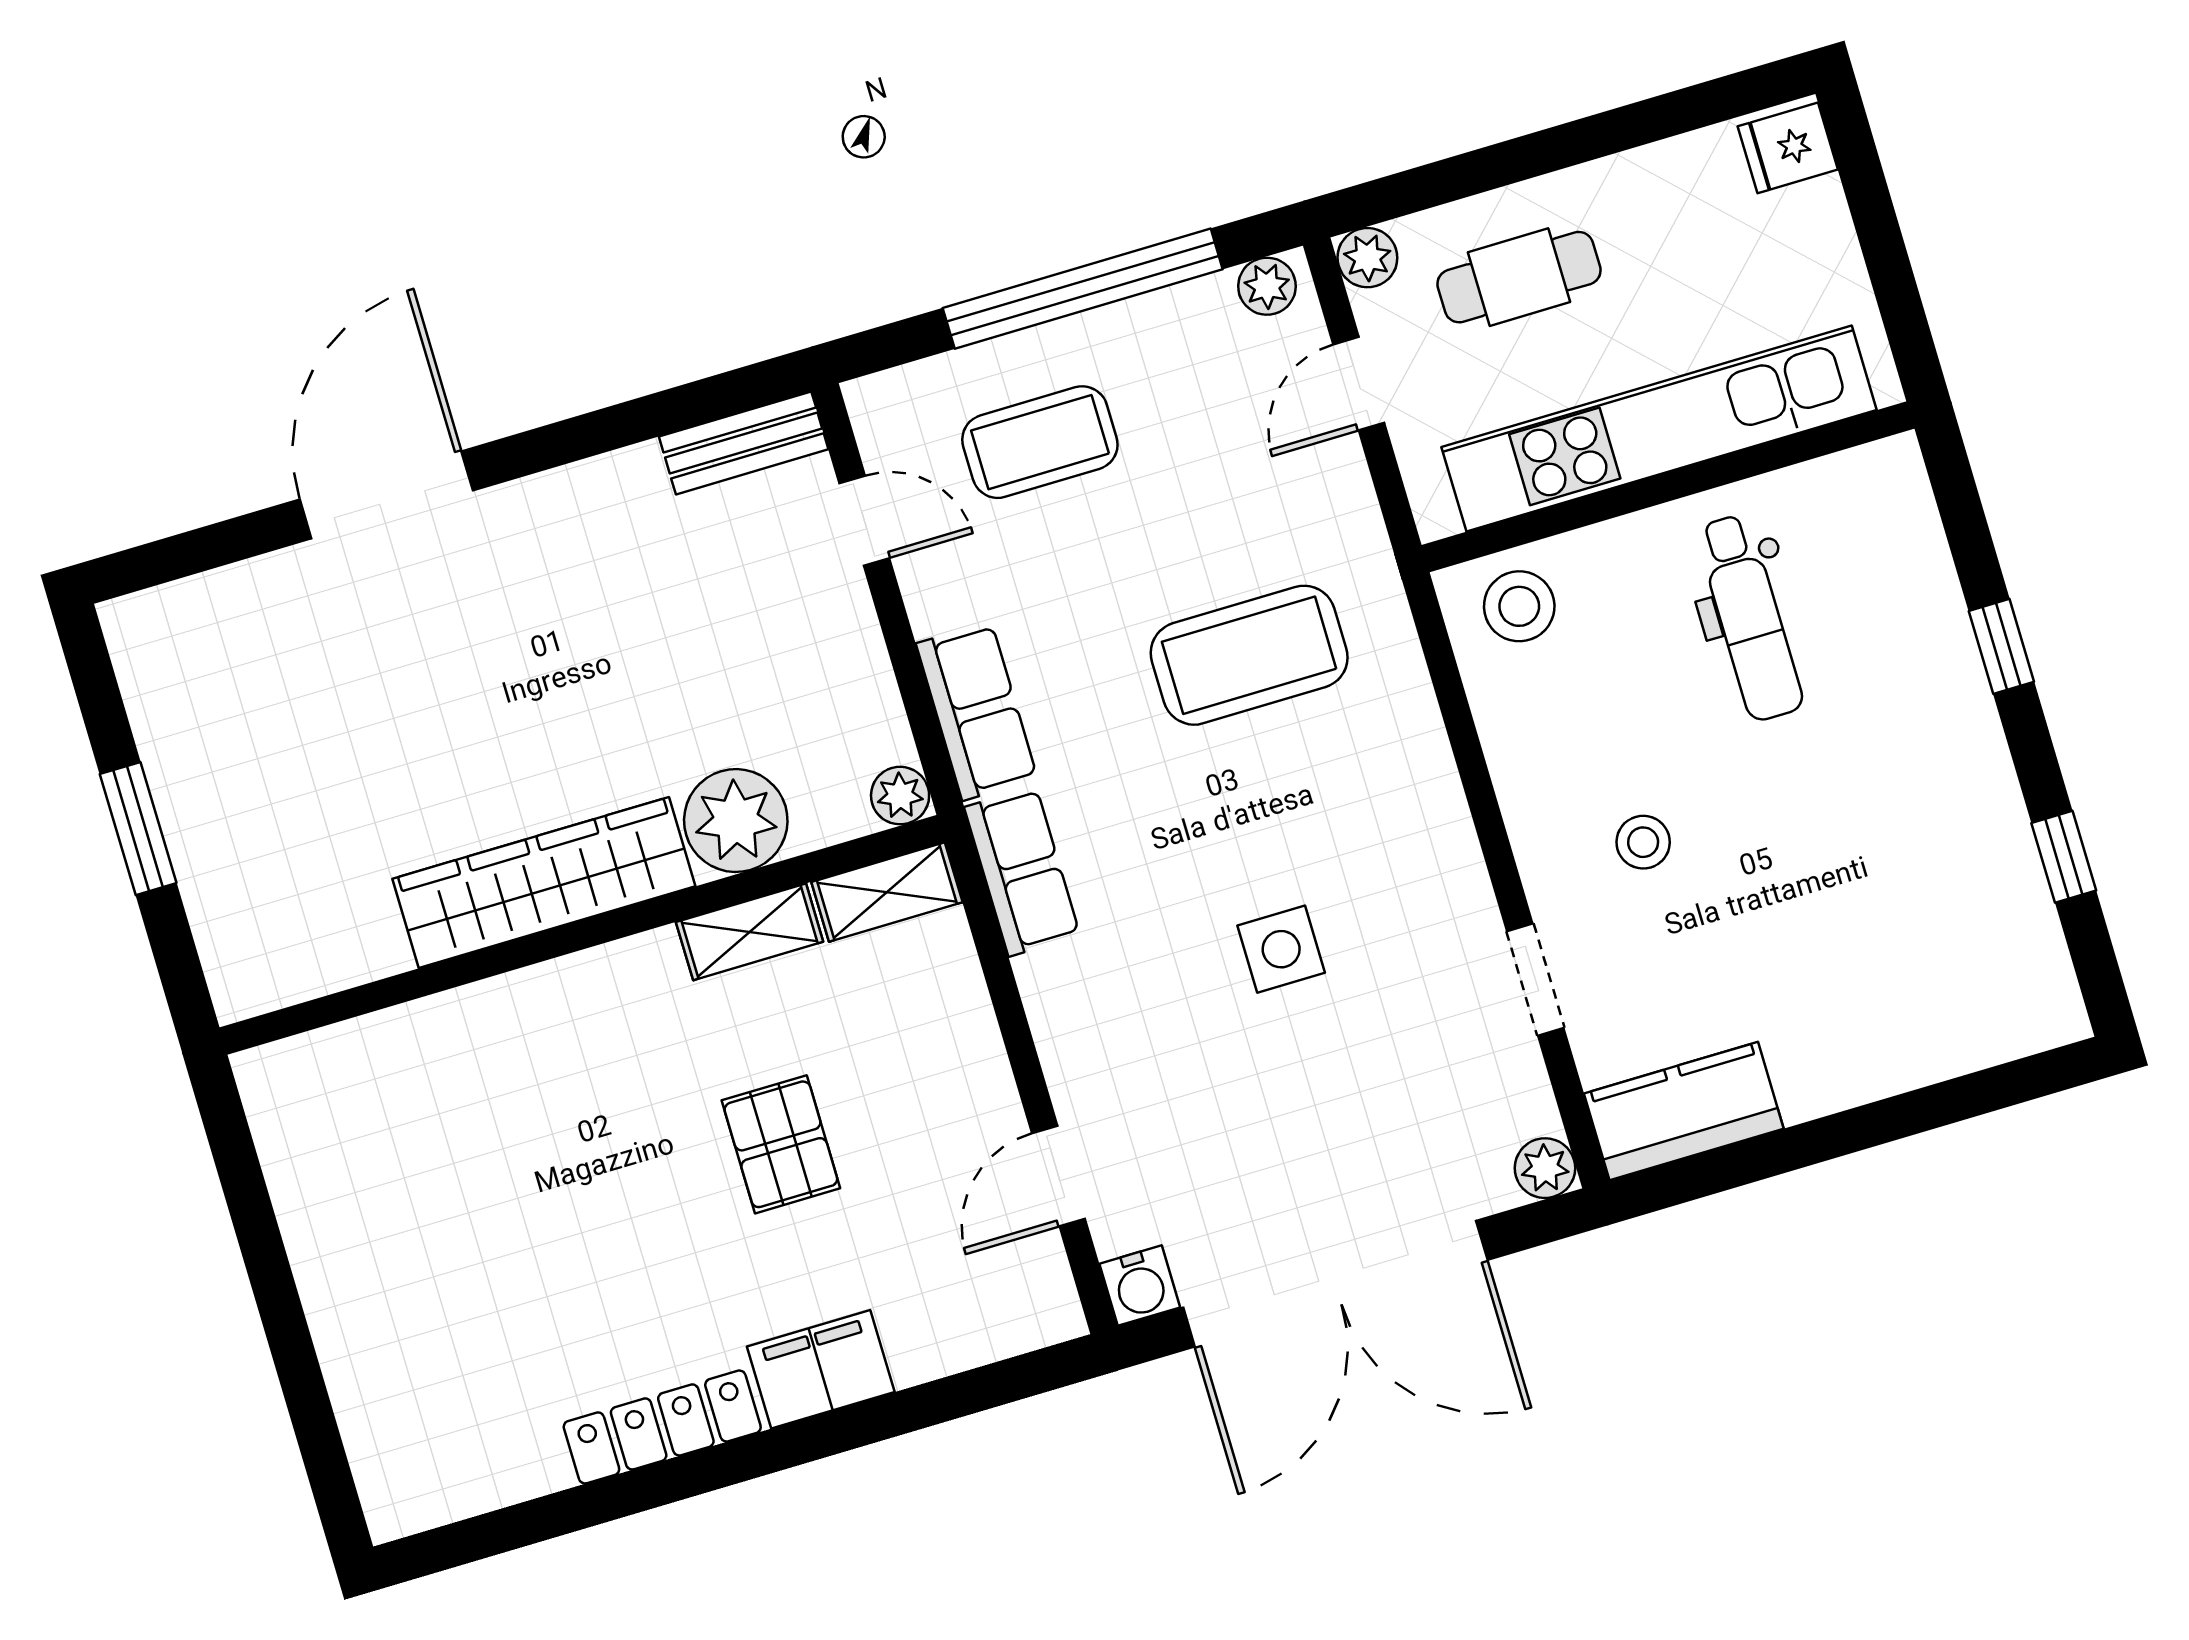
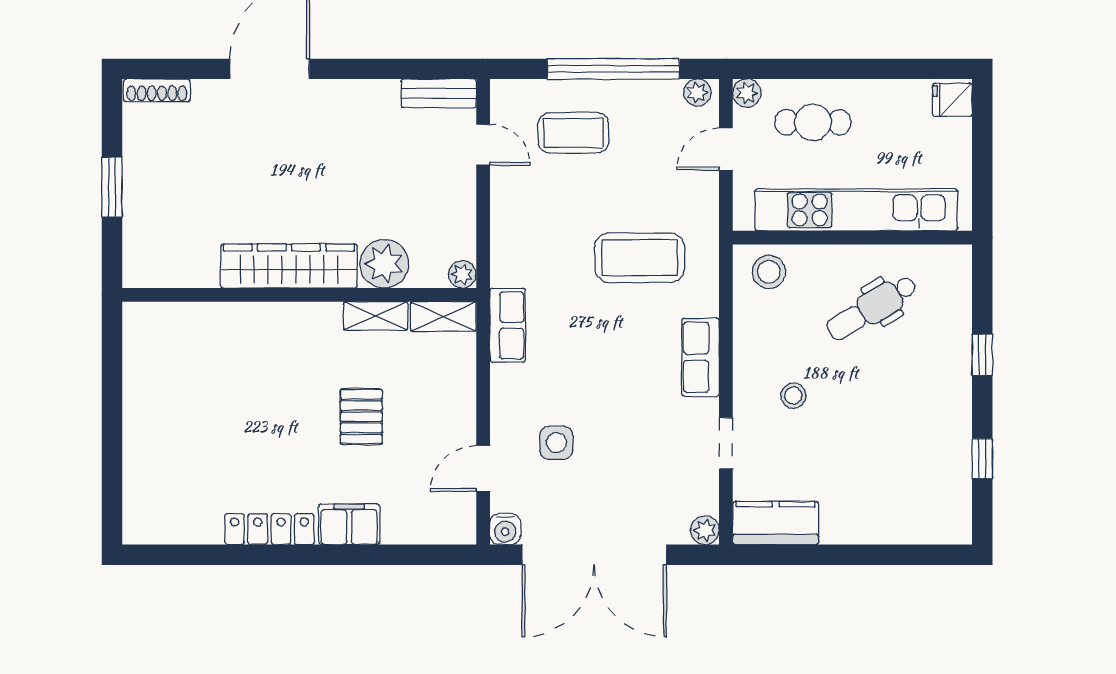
shoe rack: (171, 606) -> (157, 90), added
dental chair: (1750, 618) -> (872, 308), turned 59
row of seats: (977, 711) -> (700, 357), moved, turned 180
side table: (1281, 949) -> (556, 443), moved

